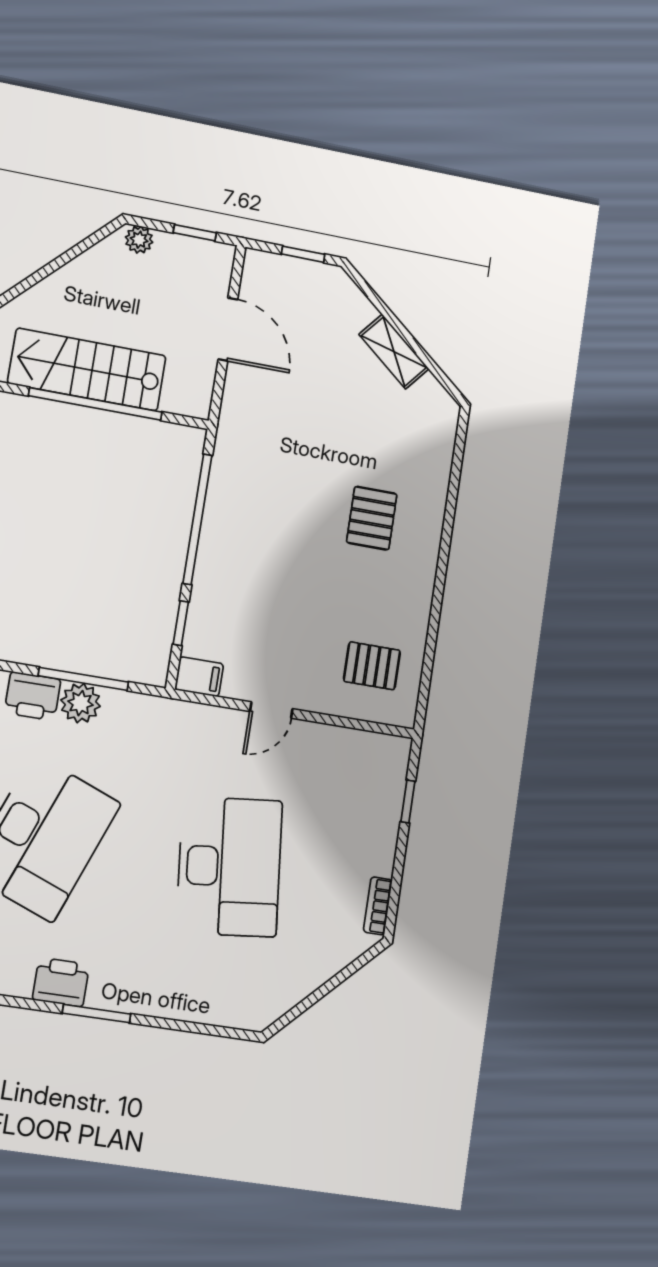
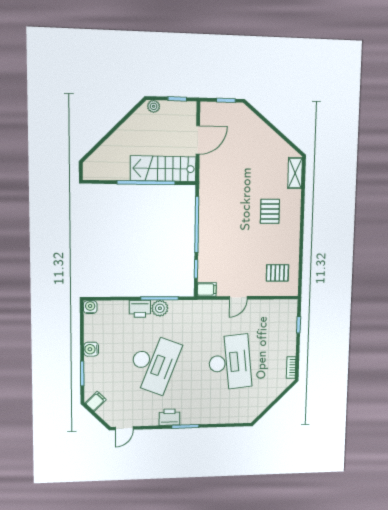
door: (228, 329) -> (198, 140), hinge flipped
shelving: (394, 352) -> (295, 173), moved, turned 50
stairs: (87, 369) -> (163, 169), moved

